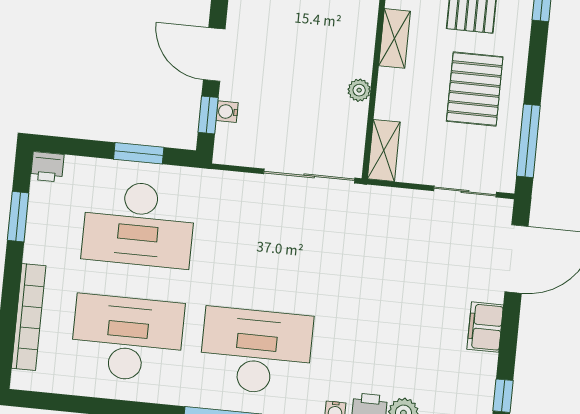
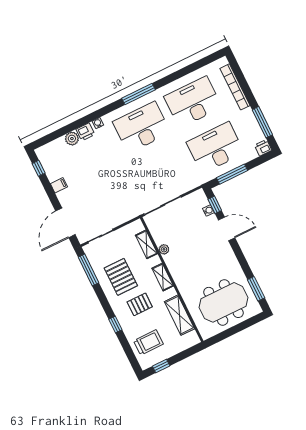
shelving: (384, 150) -> (146, 244), moved
window: (139, 153) -> (232, 174), width x1.44
window: (18, 217) -> (262, 122), width x1.44
filing cabinet: (485, 327) -> (59, 185), width x0.50
desk: (127, 338) -> (193, 102), turned 180
desk: (256, 351) -> (142, 127), turned 180

